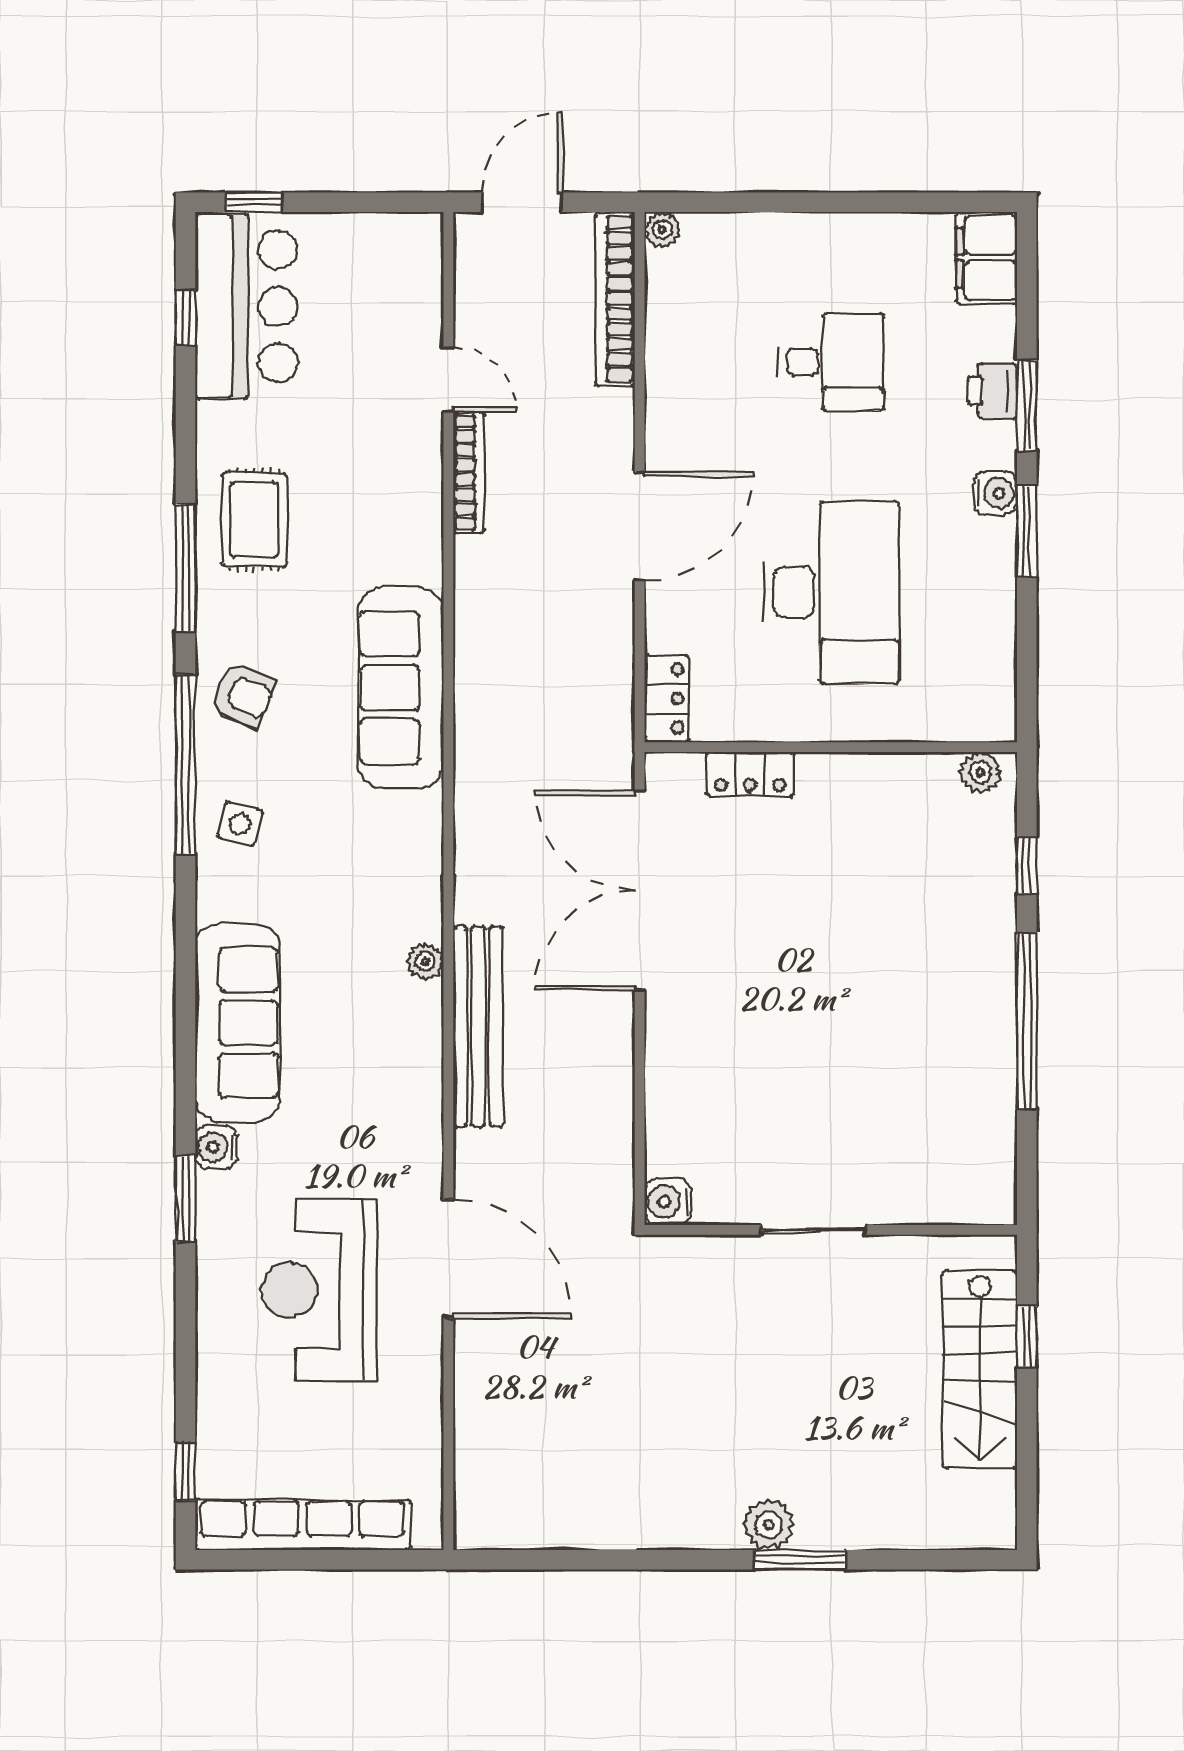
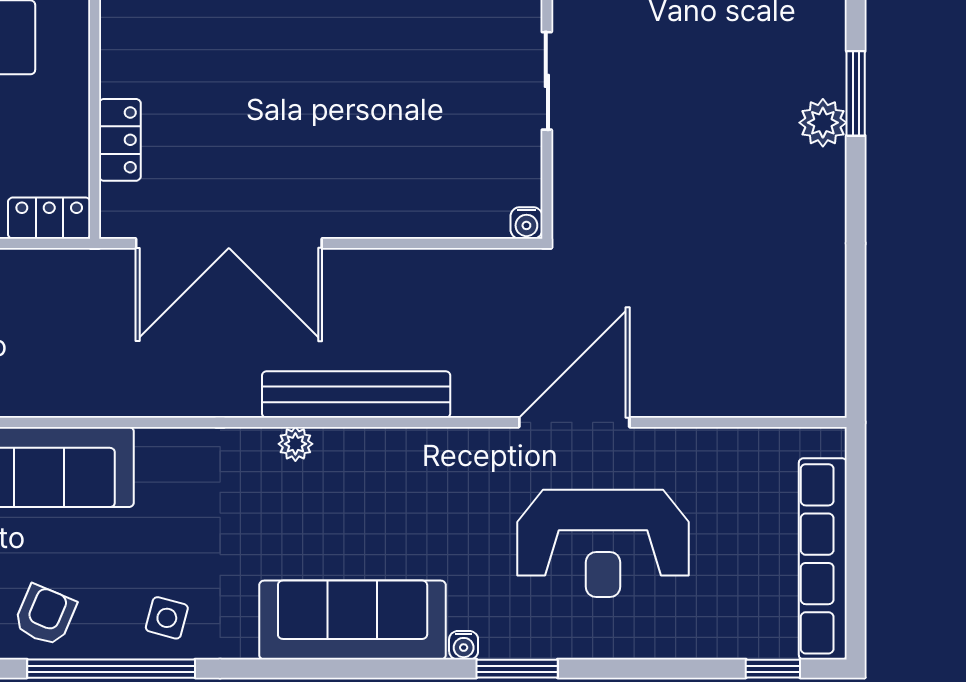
water cooler: (216, 1147) -> (464, 645), width x0.72, depth x0.72
water cooler: (668, 1202) -> (526, 223), width x0.72, depth x0.72

